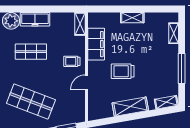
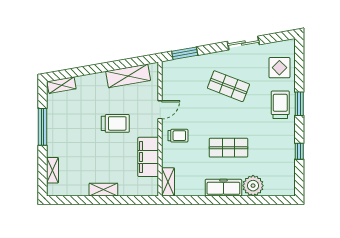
shop shelf: (31, 101) -> (228, 86), width x0.70, depth x0.74
shelving: (130, 107) -> (128, 76), moved

